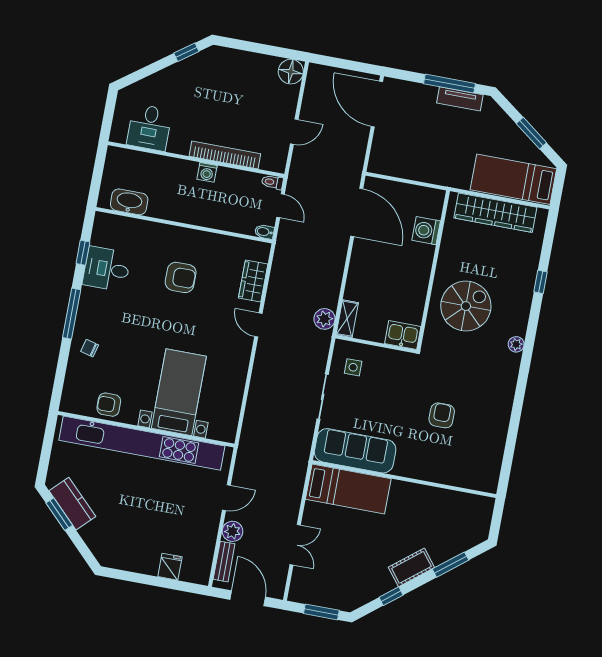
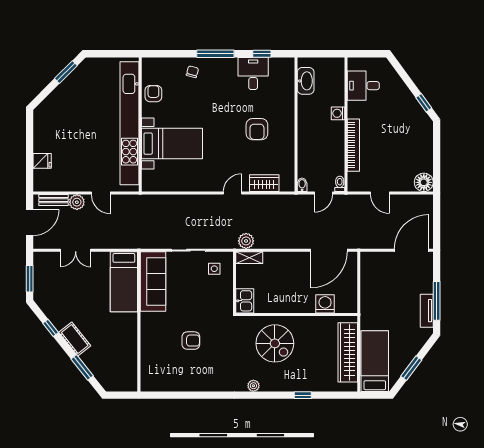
washing machine: (207, 172) -> (338, 113), moved
kitchen counter: (72, 504) -> (75, 80), removed

